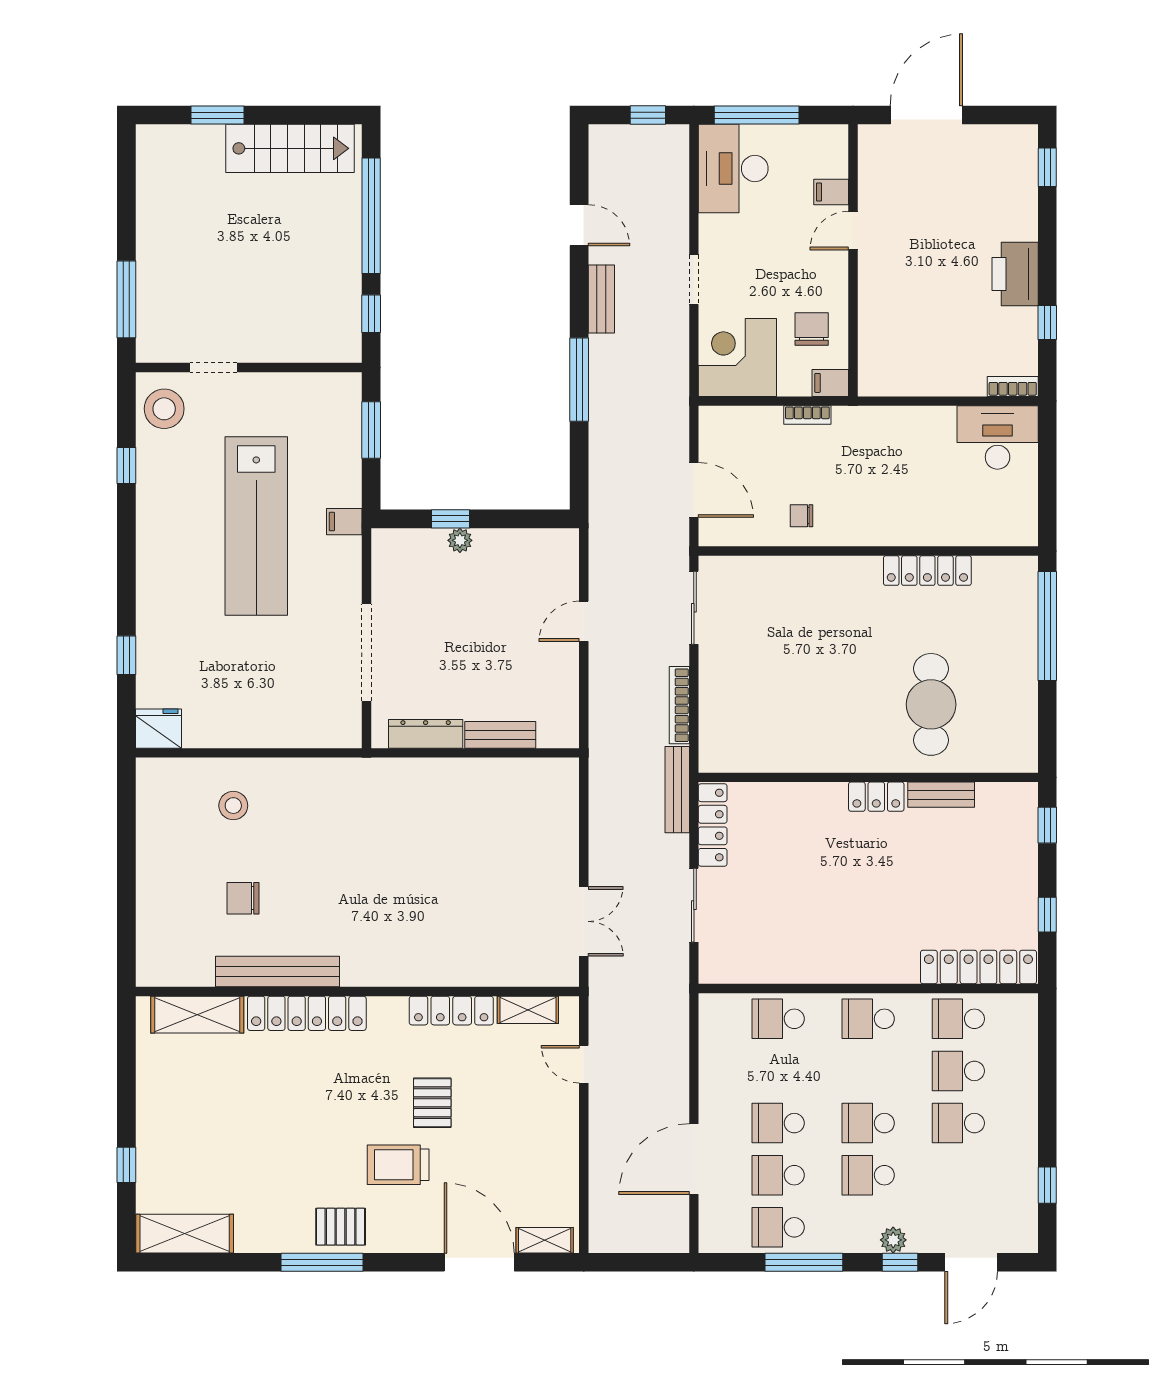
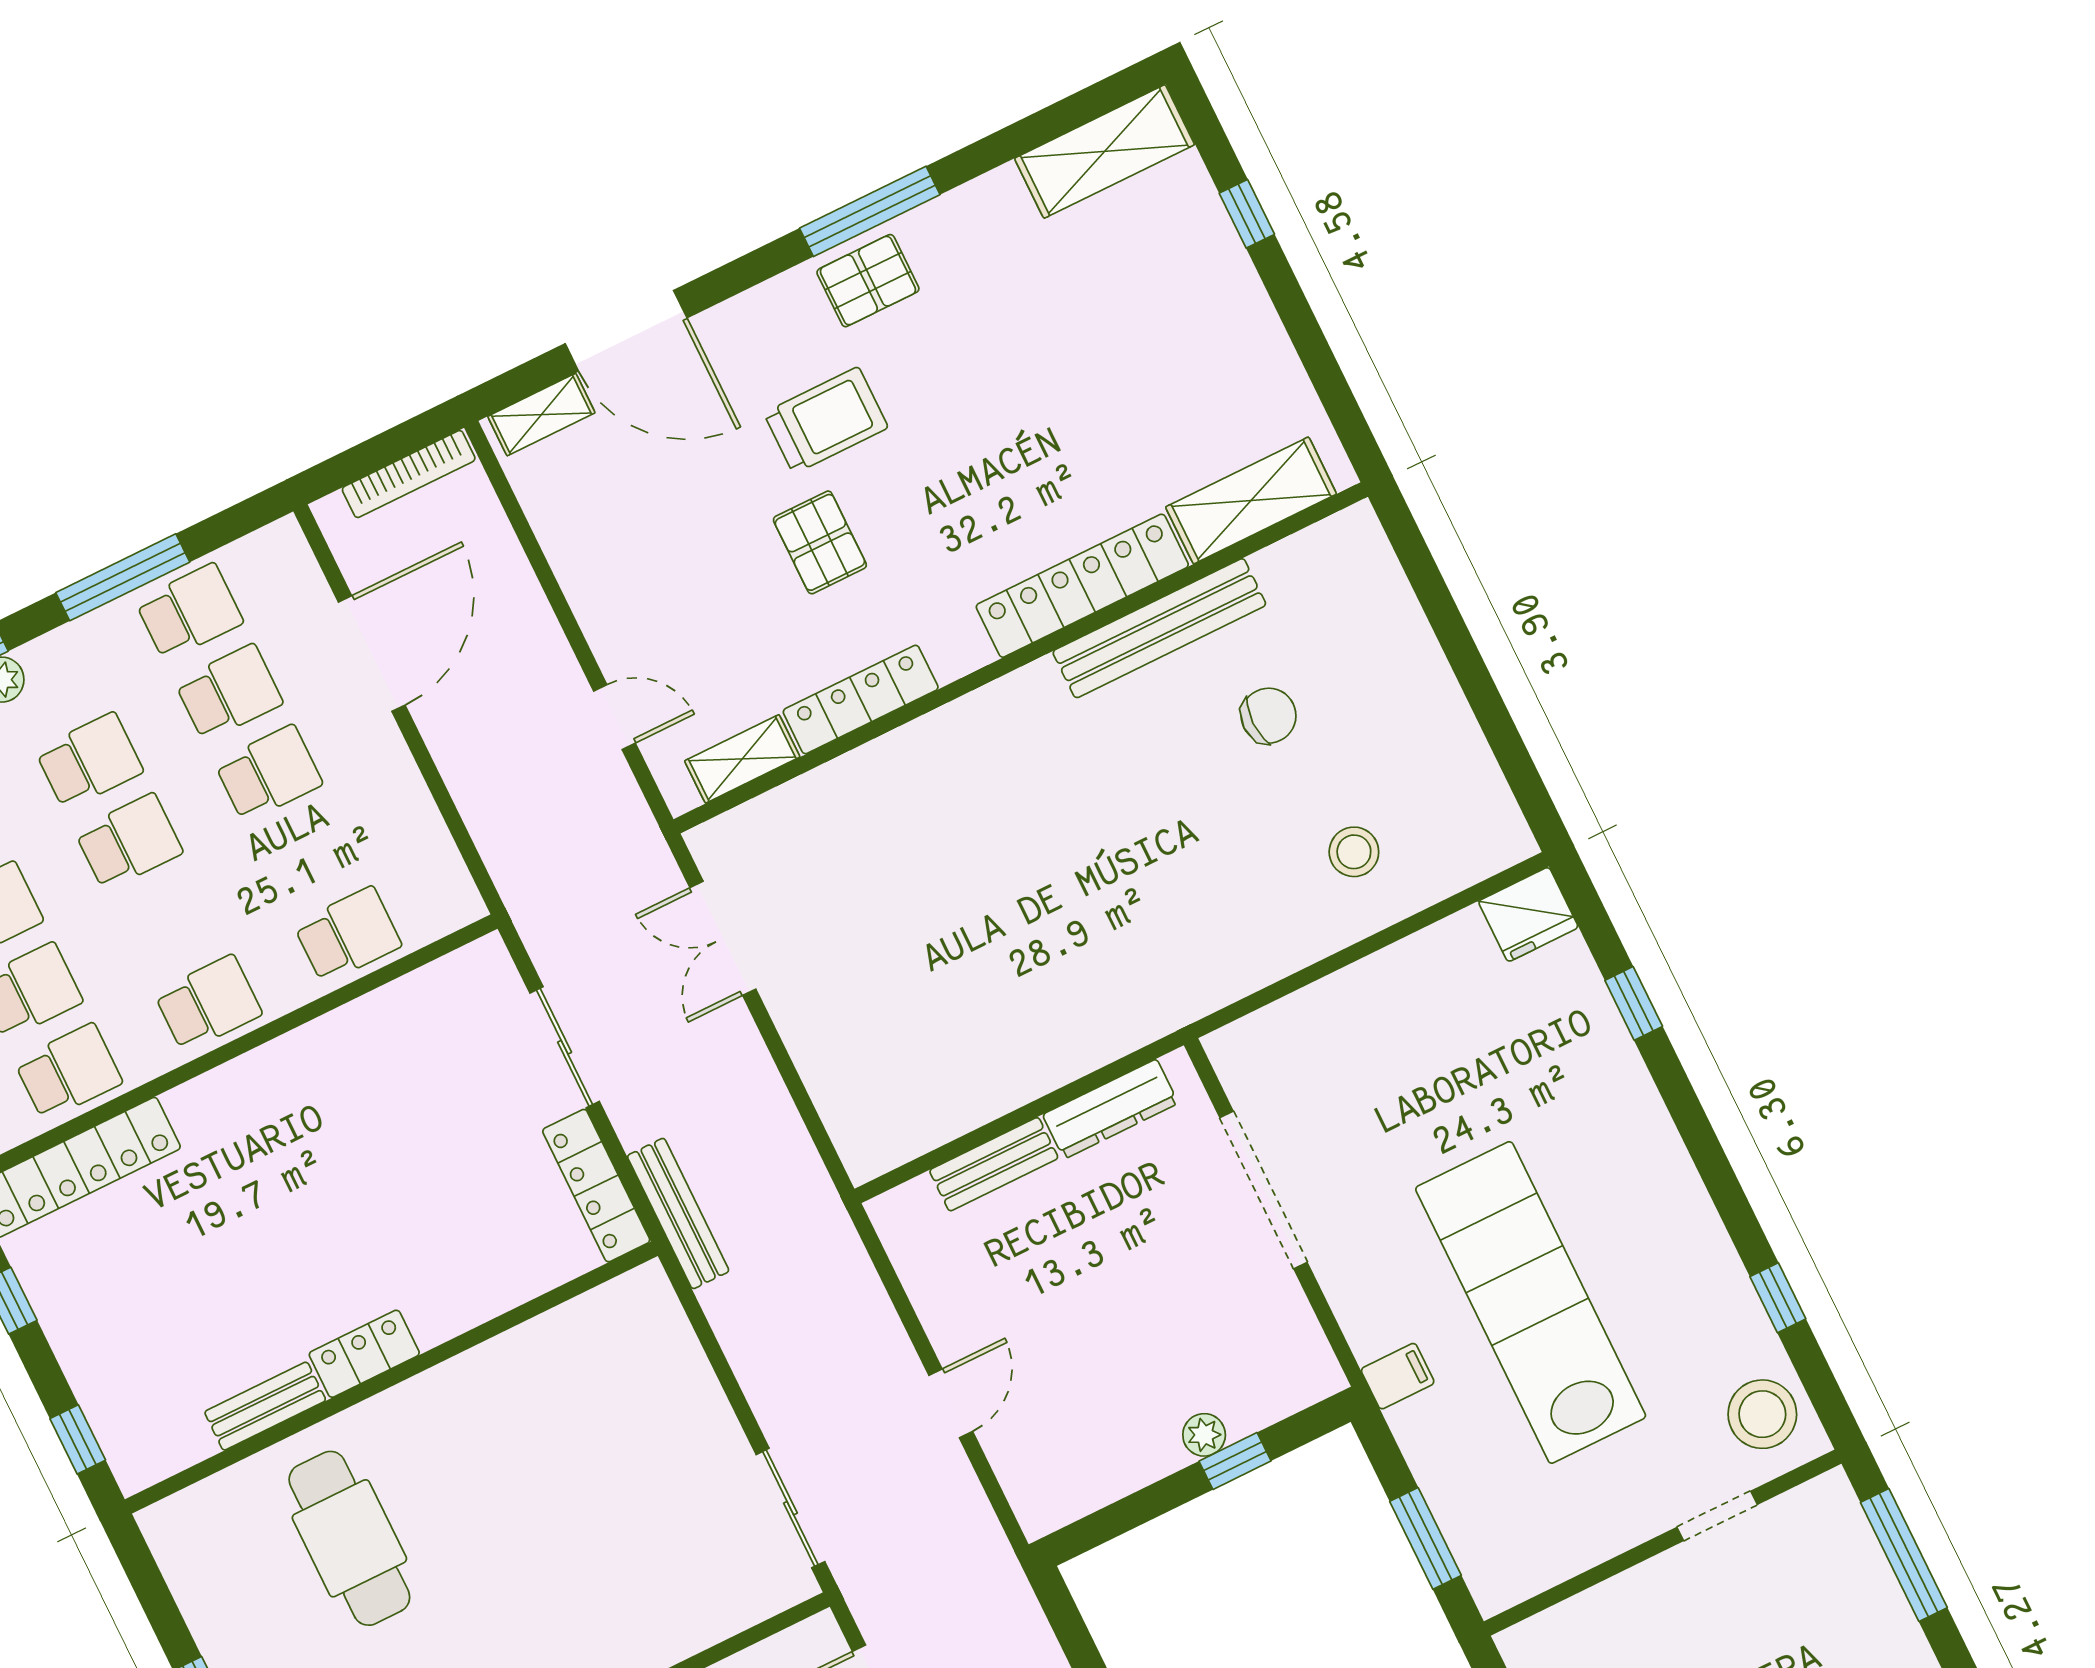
bookcase: (679, 705) -> (409, 474), moved, turned 90

